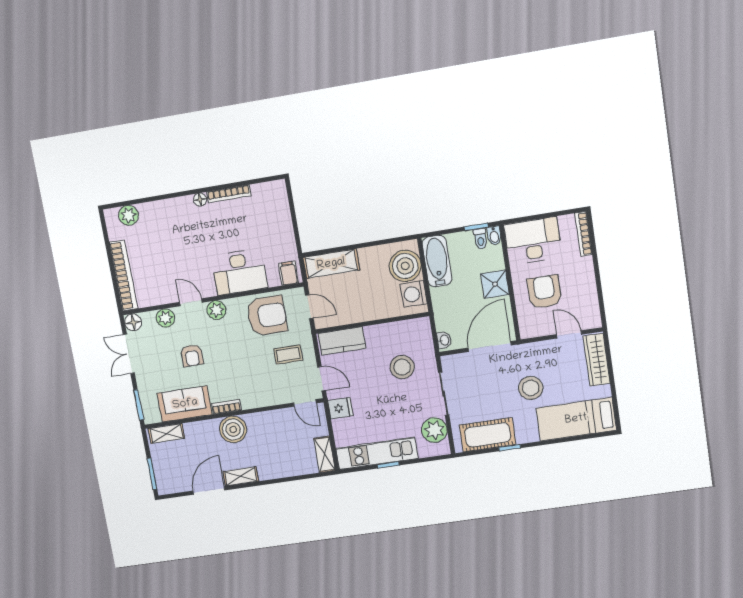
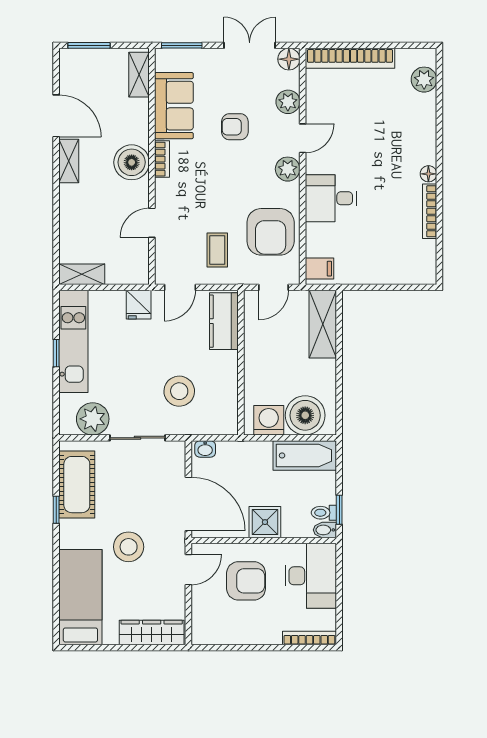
desk: (239, 272) -> (331, 198), width x0.73
door: (569, 334) -> (188, 570), moved
door: (305, 403) -> (152, 223), moved

